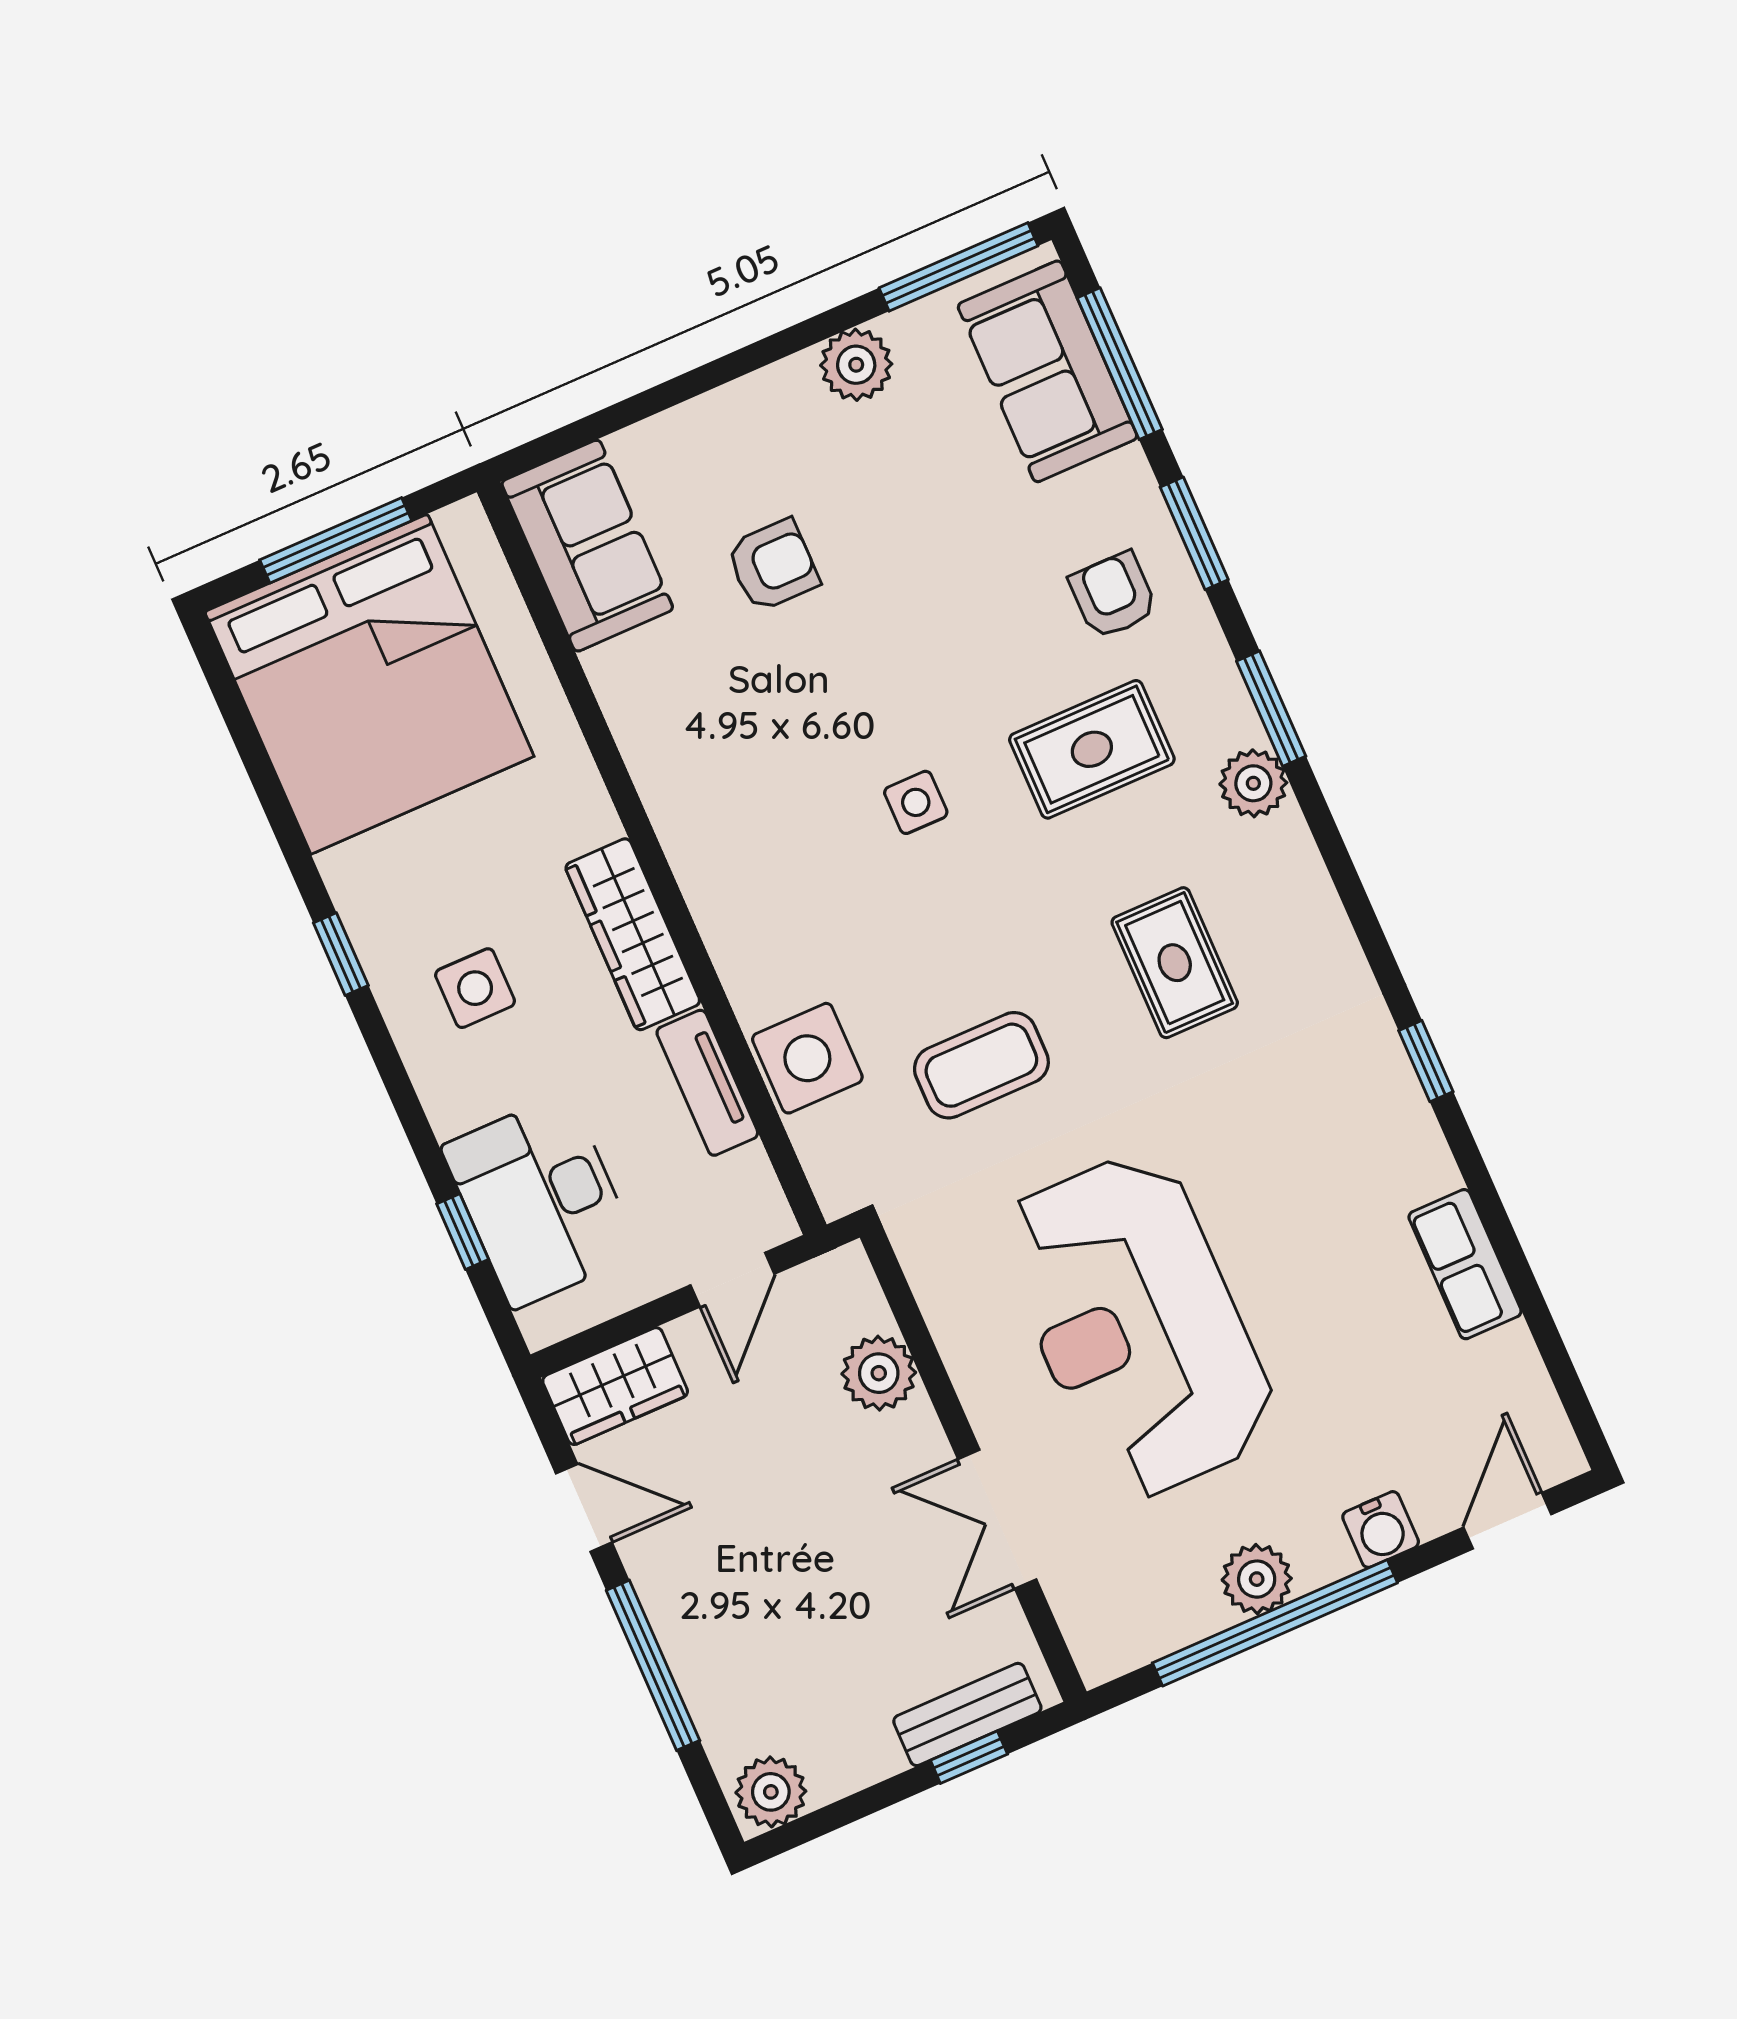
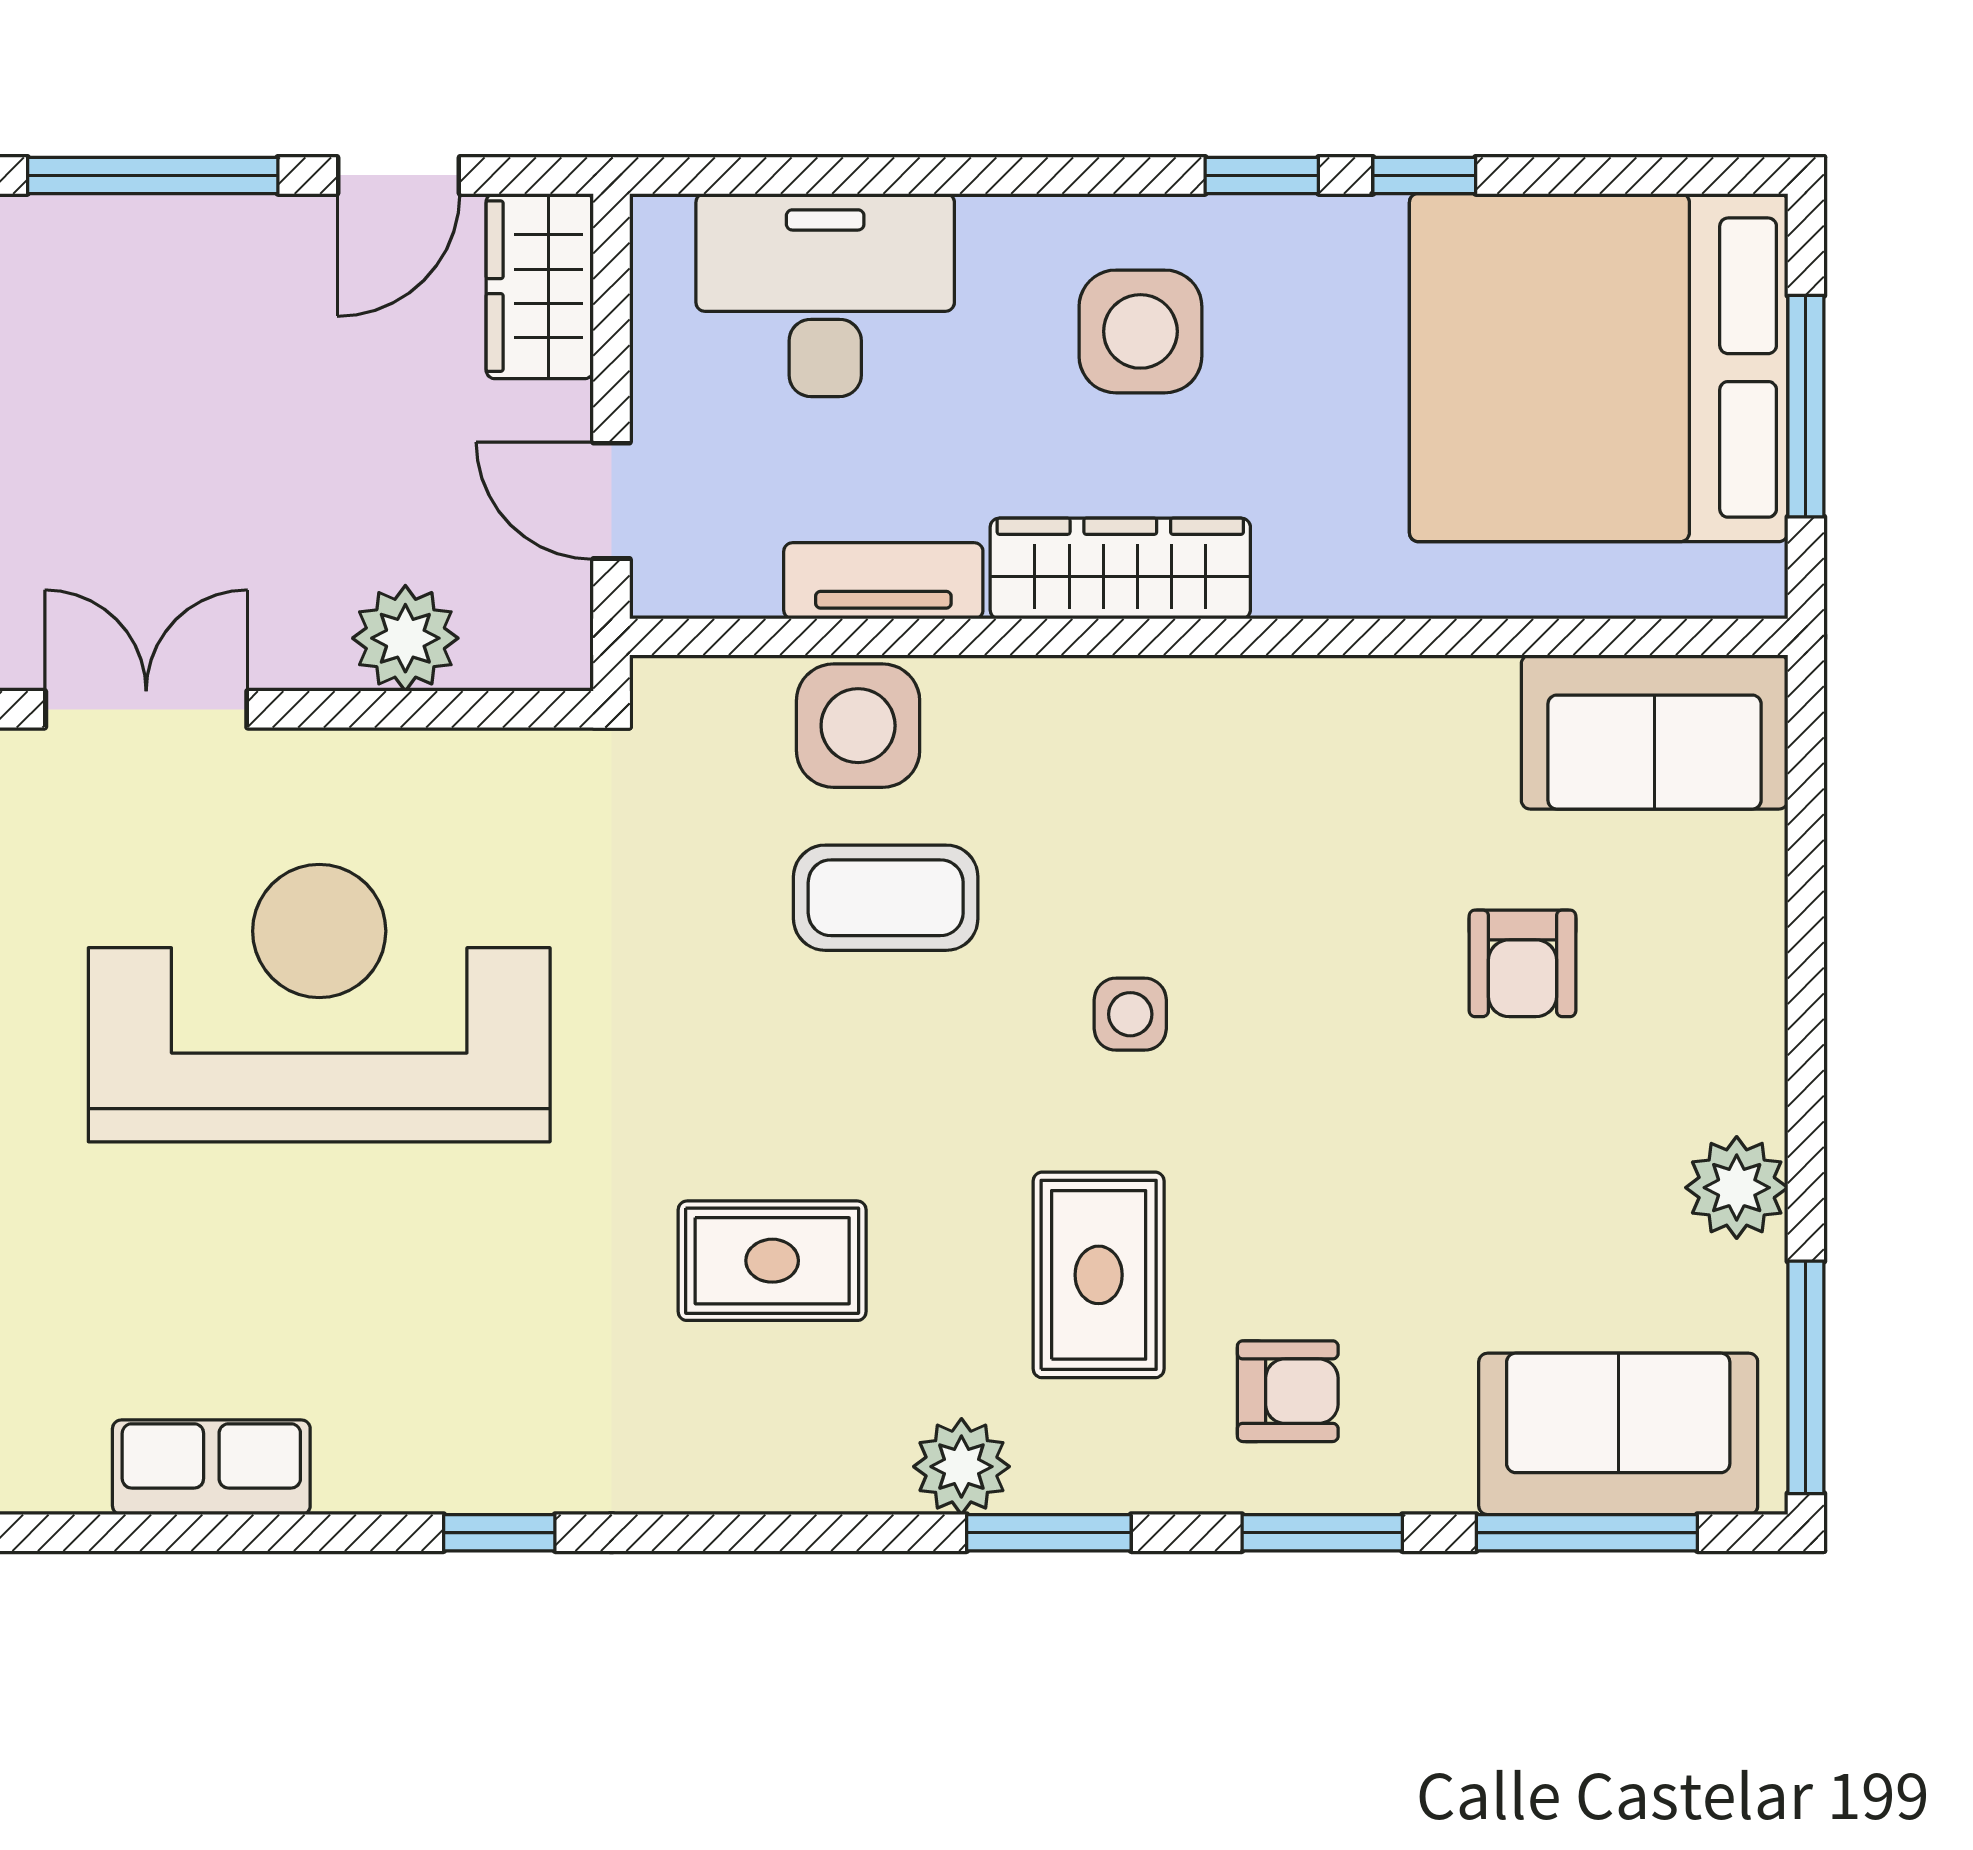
side table: (475, 988) -> (1140, 331), width x1.37, depth x1.37
coffee table: (981, 1065) -> (886, 898), moved, turned 90
window: (463, 1232) -> (1424, 175), moved

